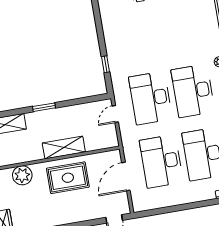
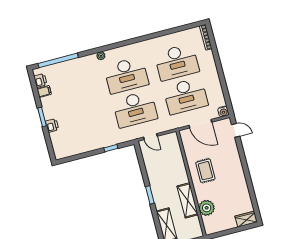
shelving: (64, 148) -> (188, 200), moved
rug: (68, 178) -> (205, 171), width x0.73, depth x0.70
water cooler: (138, 206) -> (223, 112), added

